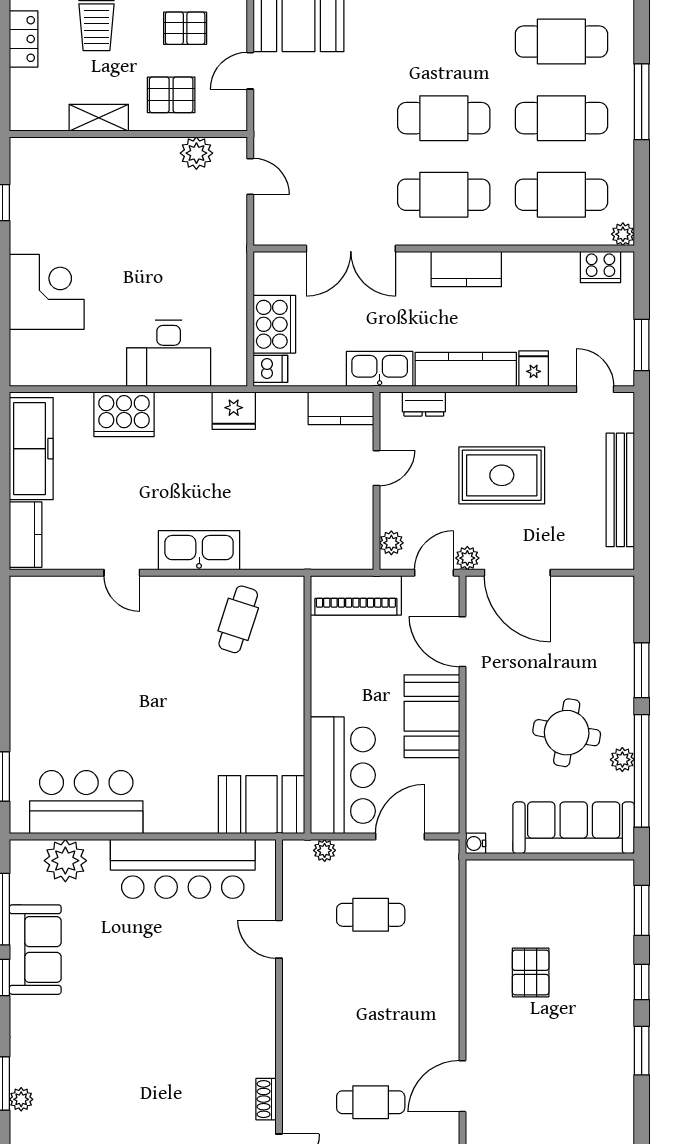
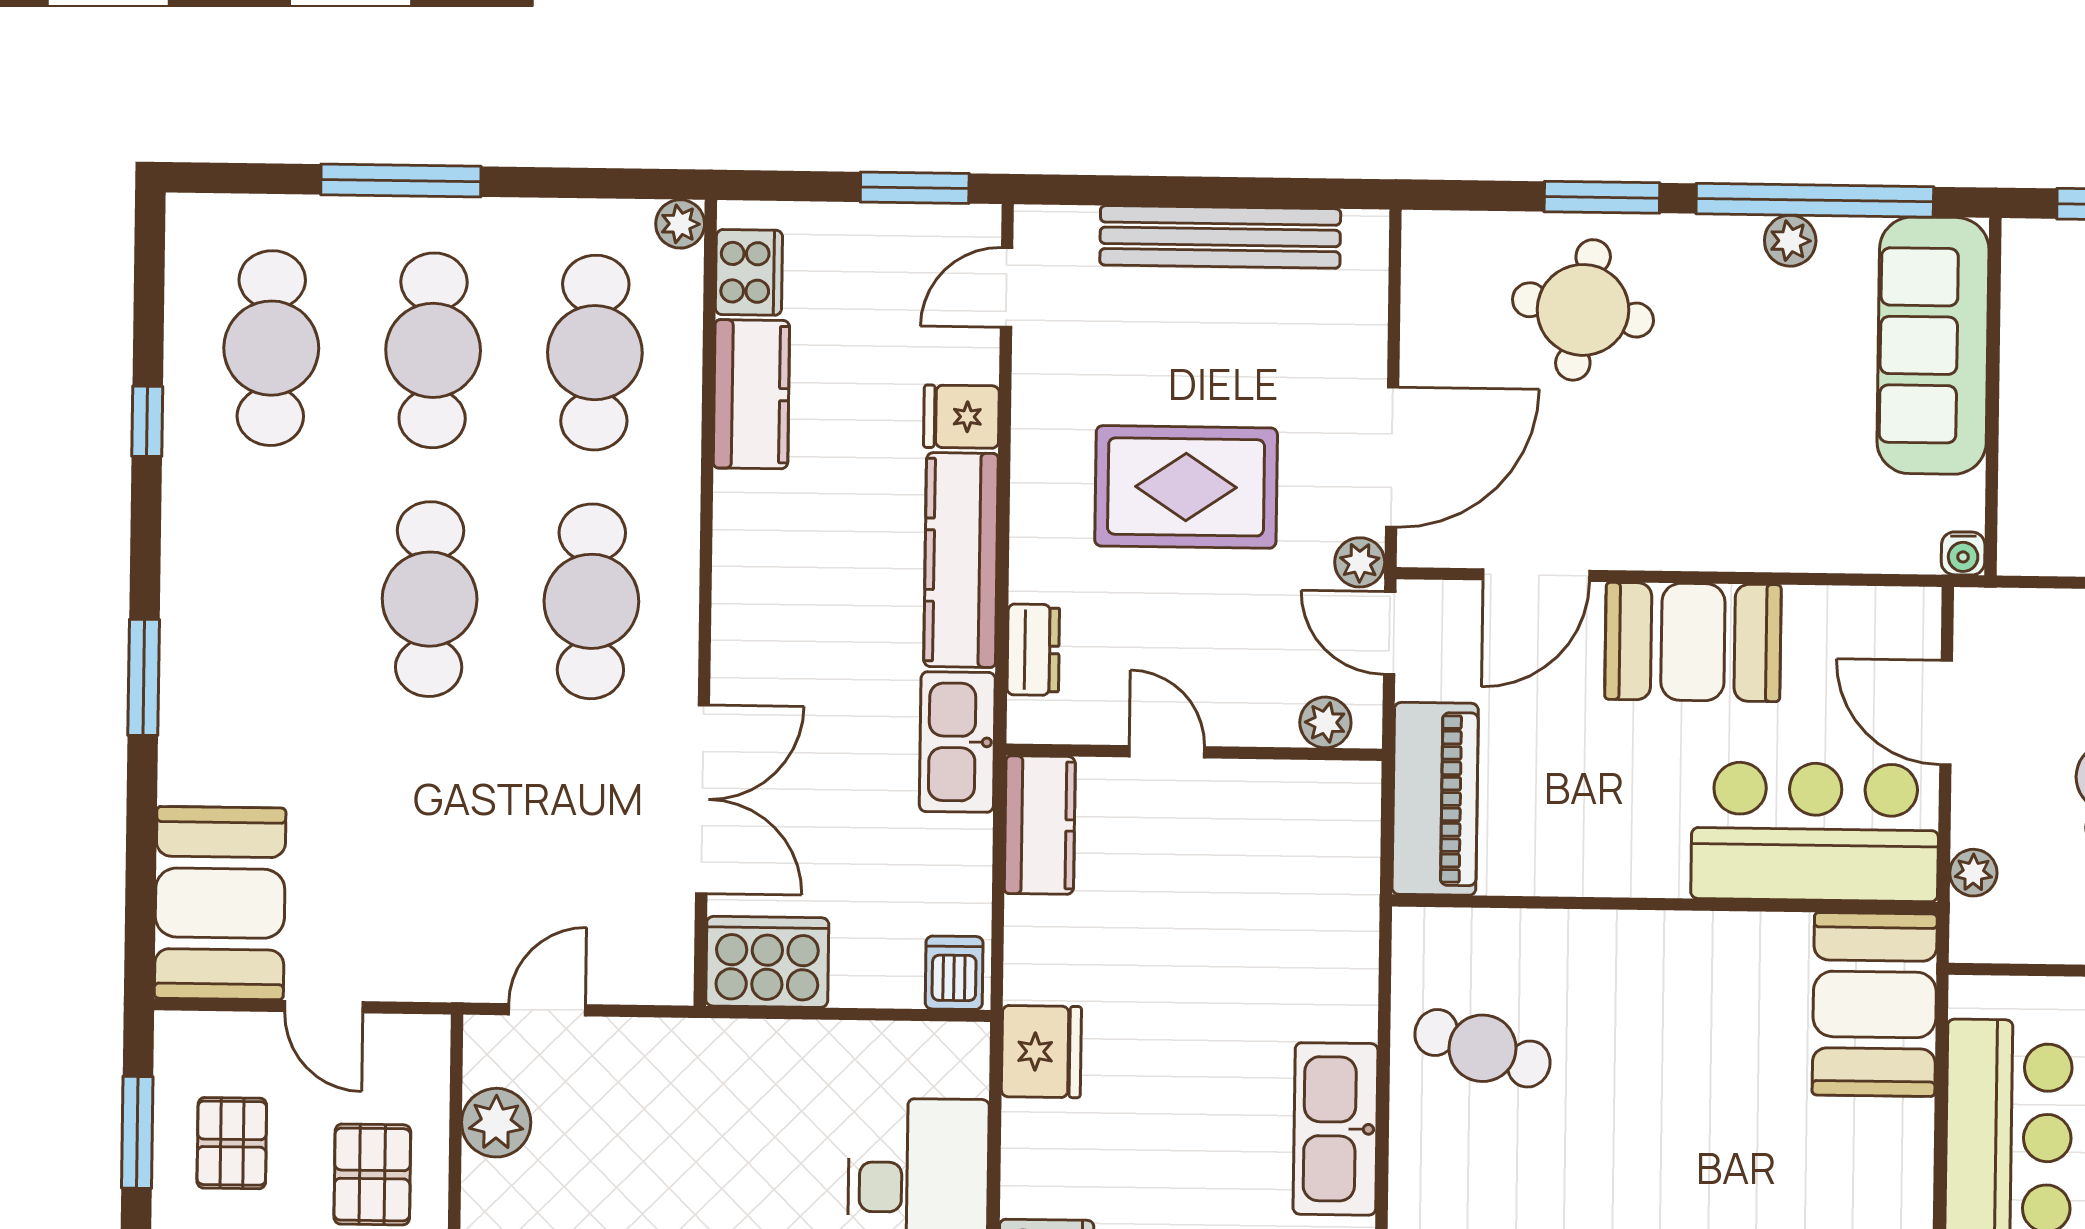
kitchen counter: (466, 269) -> (751, 394), moved
cooker: (274, 324) -> (767, 962), moved
rug: (502, 475) -> (1186, 487), turned 90
round table: (567, 733) -> (1583, 310), moved

